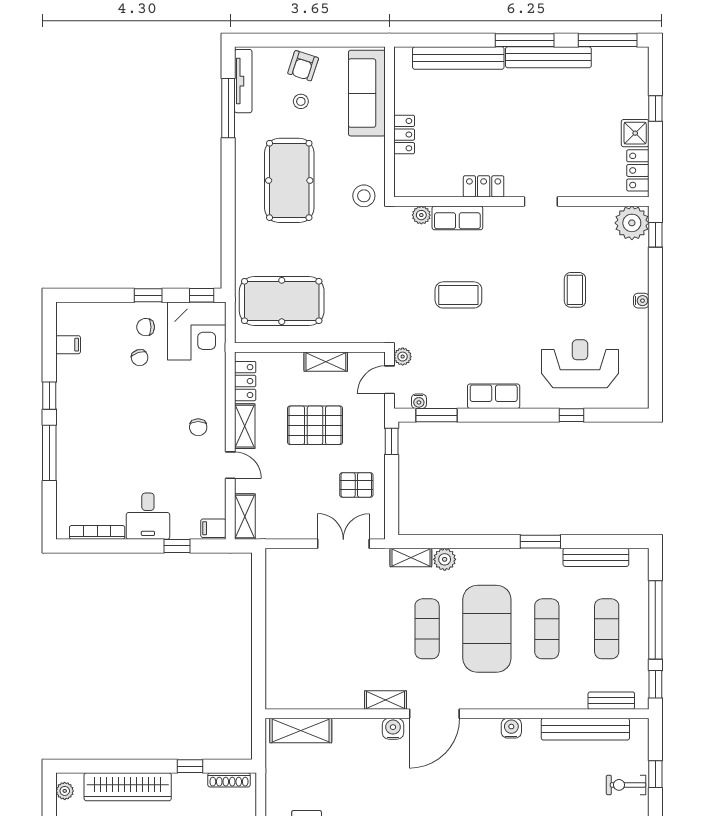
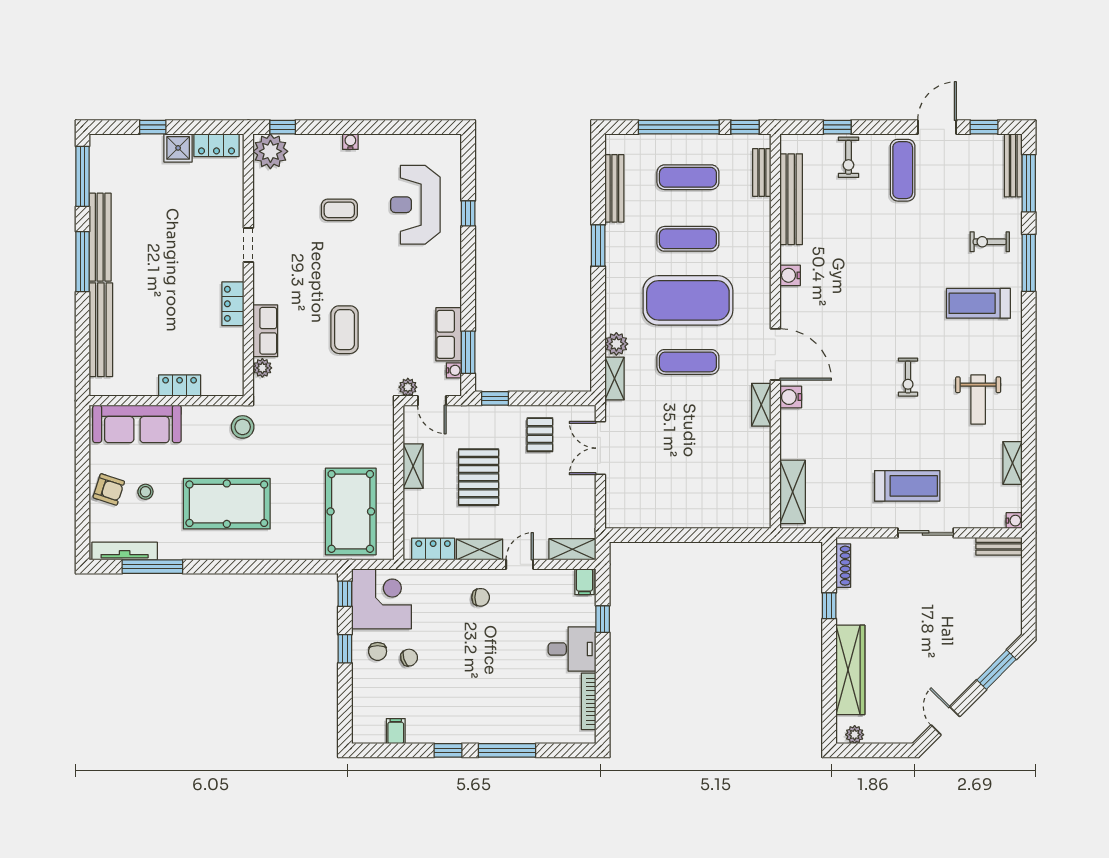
row of seats: (494, 396) -> (449, 334), moved

